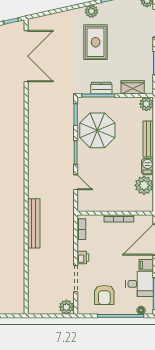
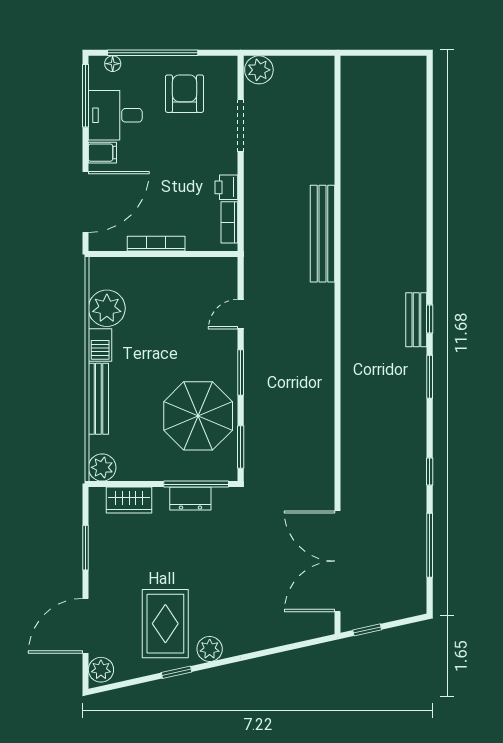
rug: (96, 42) -> (165, 624), moved
door: (76, 182) -> (241, 314), hinge flipped
printer: (83, 257) -> (226, 187), moved

